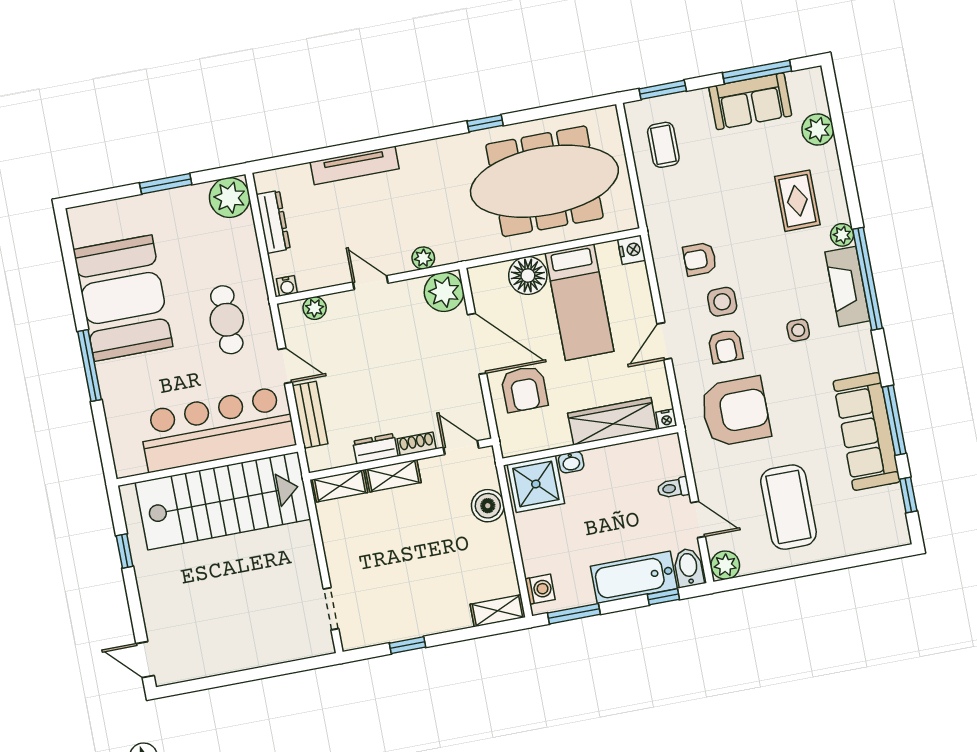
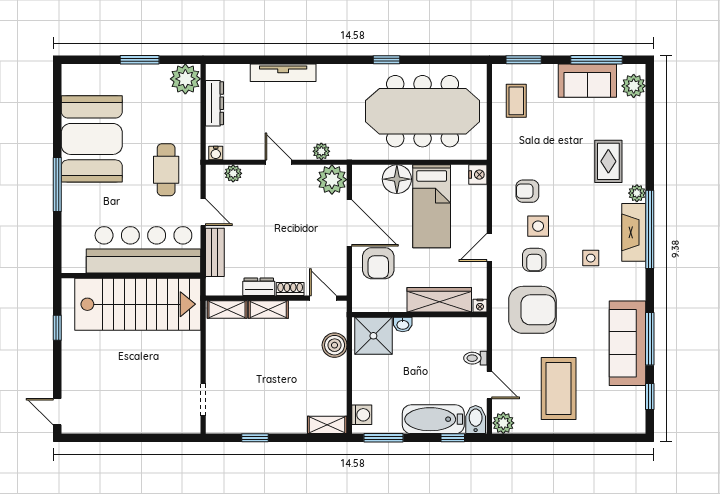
plant: (818, 129) -> (634, 86), moved

